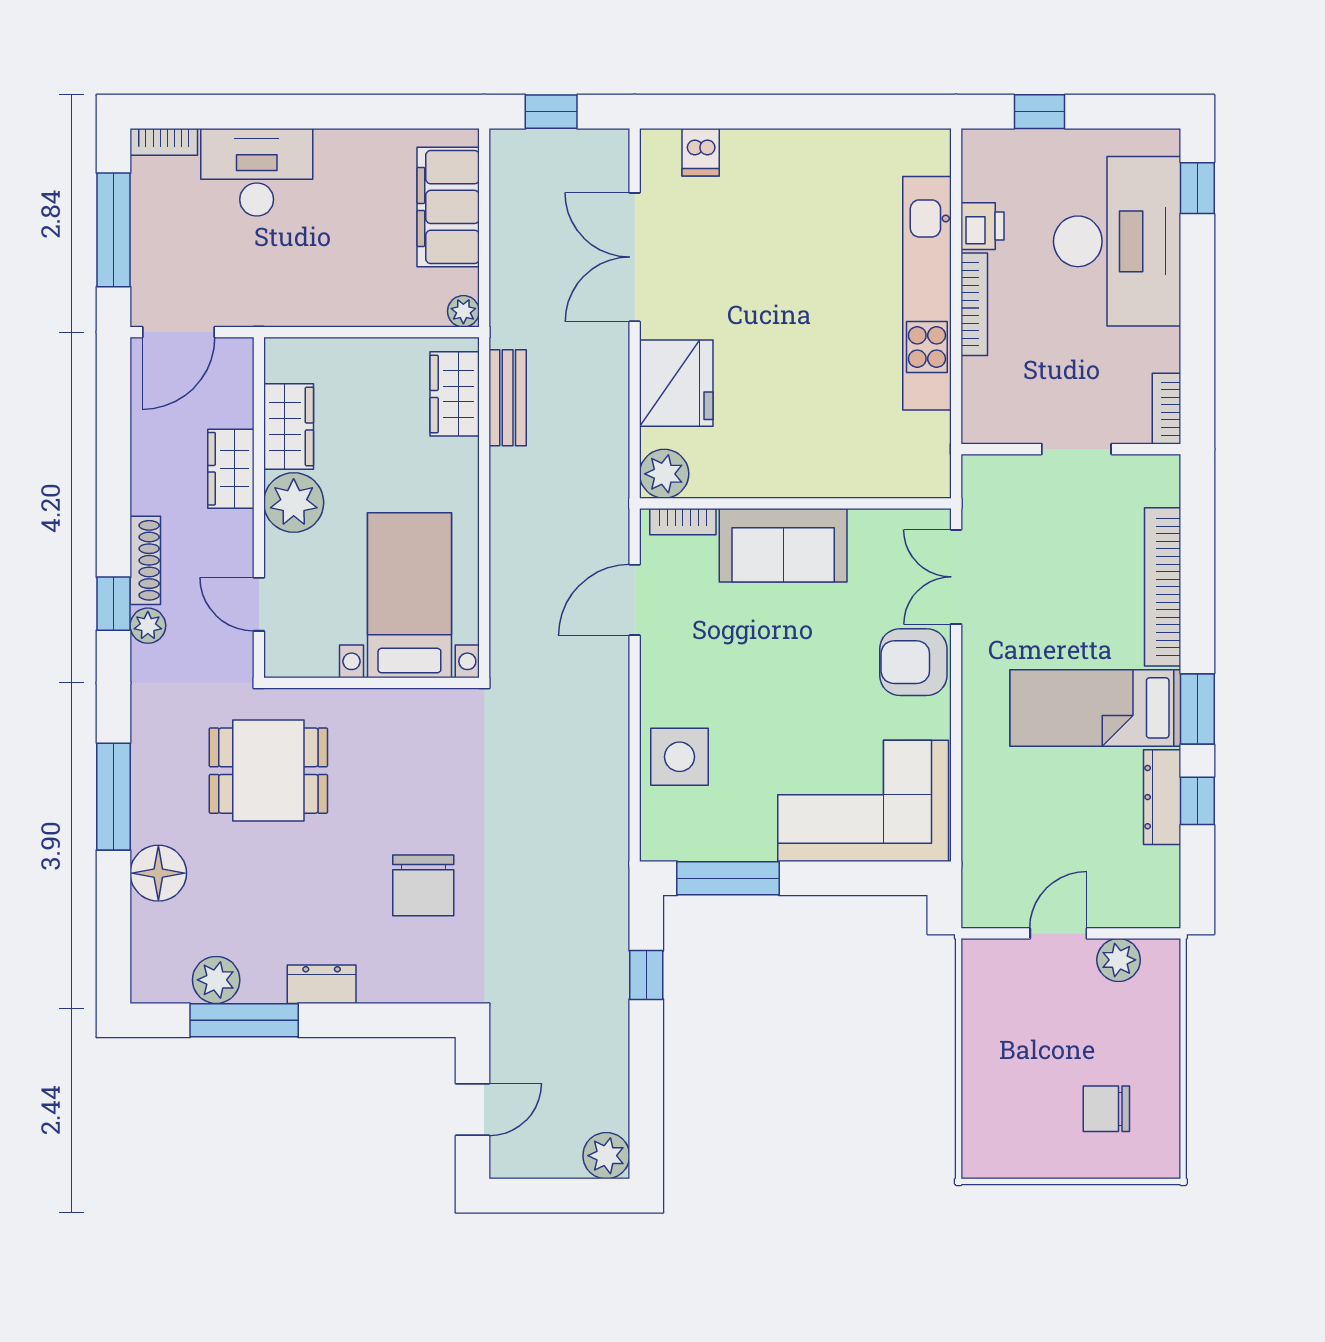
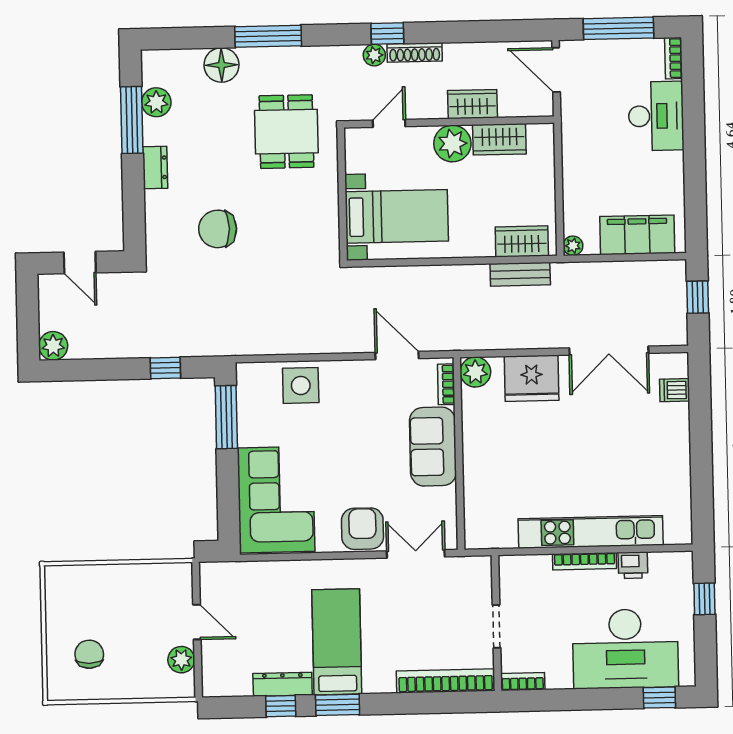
double door: (635, 257) -> (609, 351), swing flipped
bookcase: (1163, 587) -> (446, 681), moved

